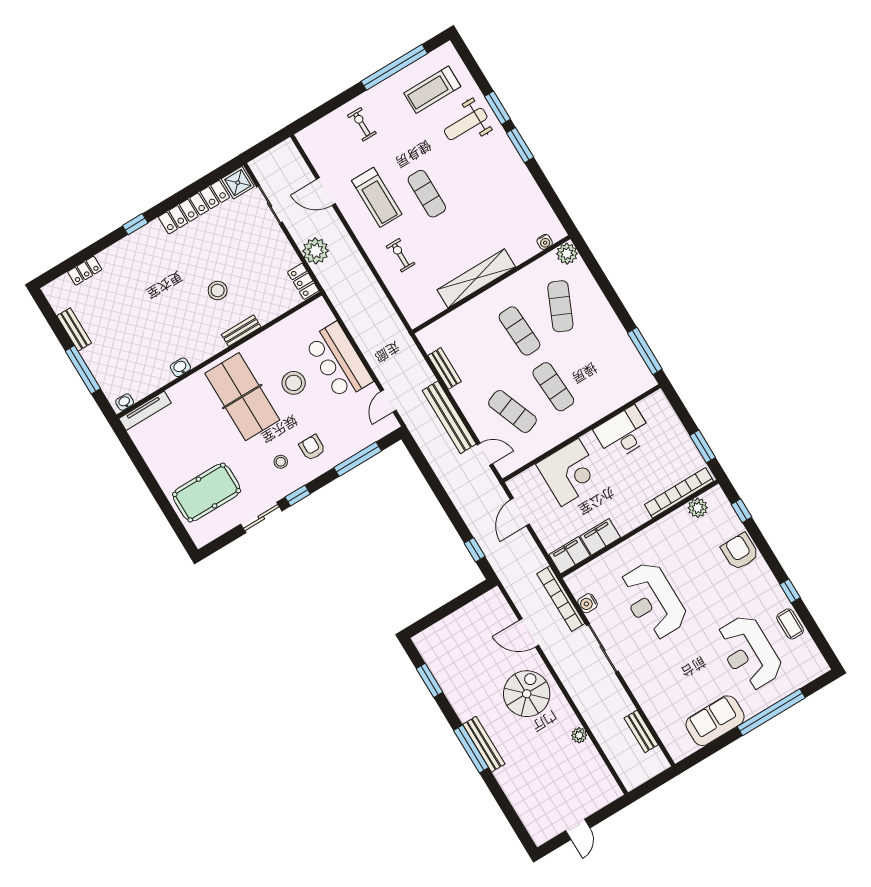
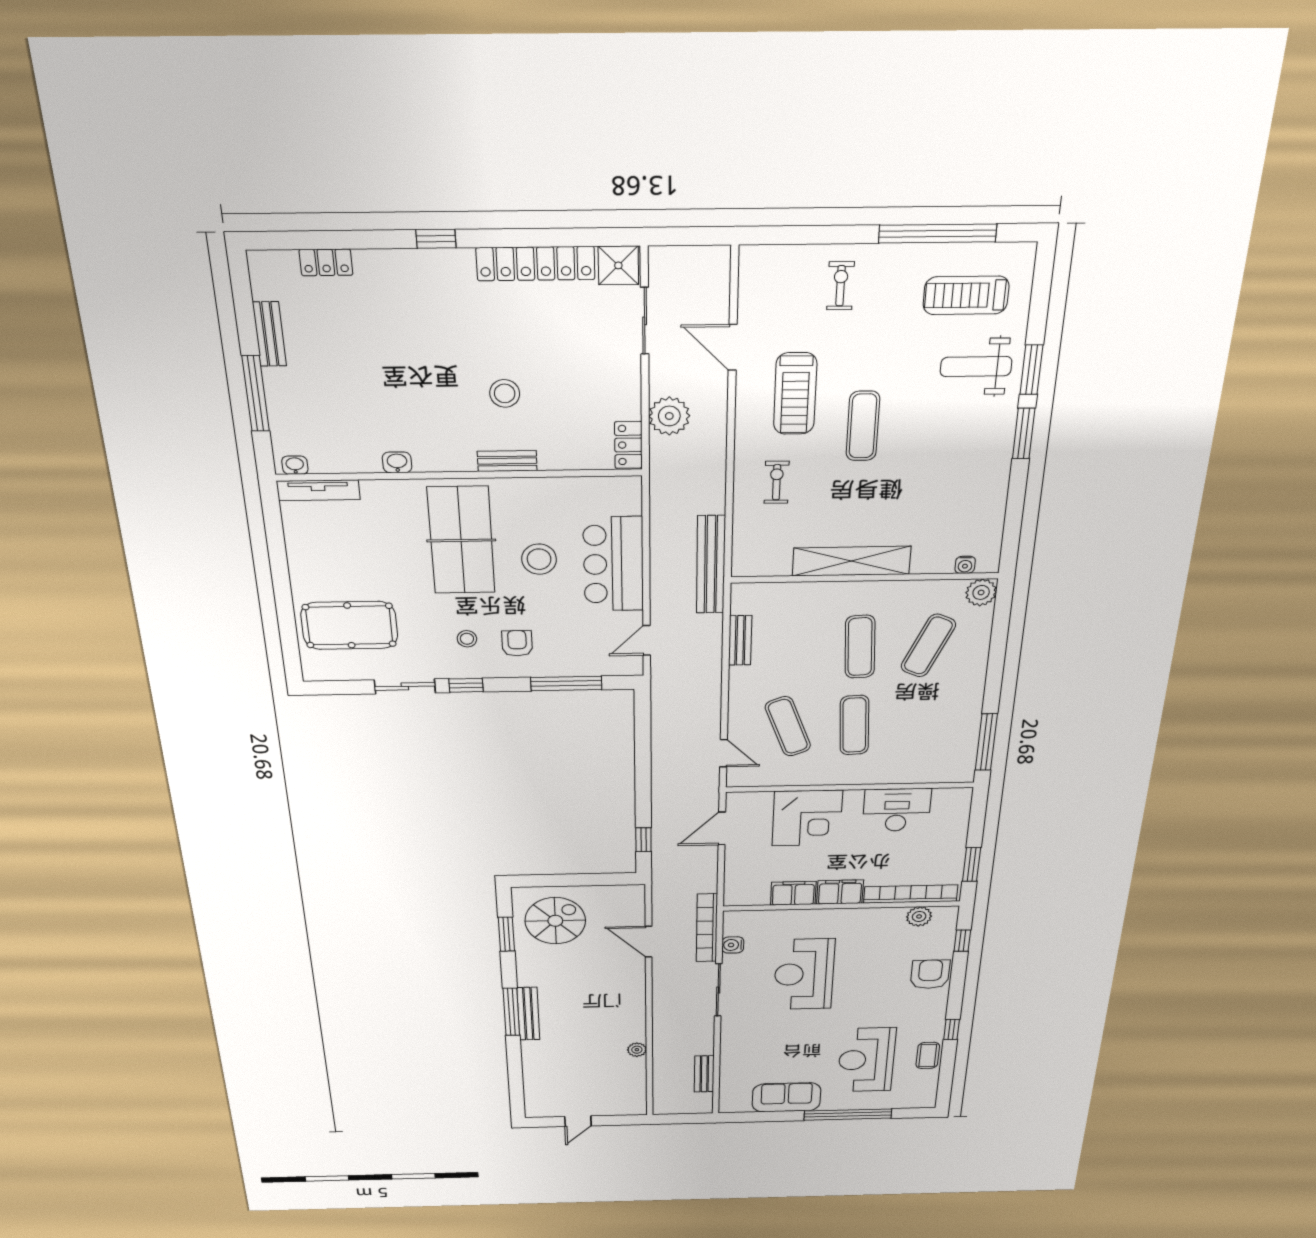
bench: (449, 417) -> (711, 565), moved
filing cabinet: (570, 555) -> (840, 892), moved
spiral stairs: (527, 694) -> (555, 921), moved

